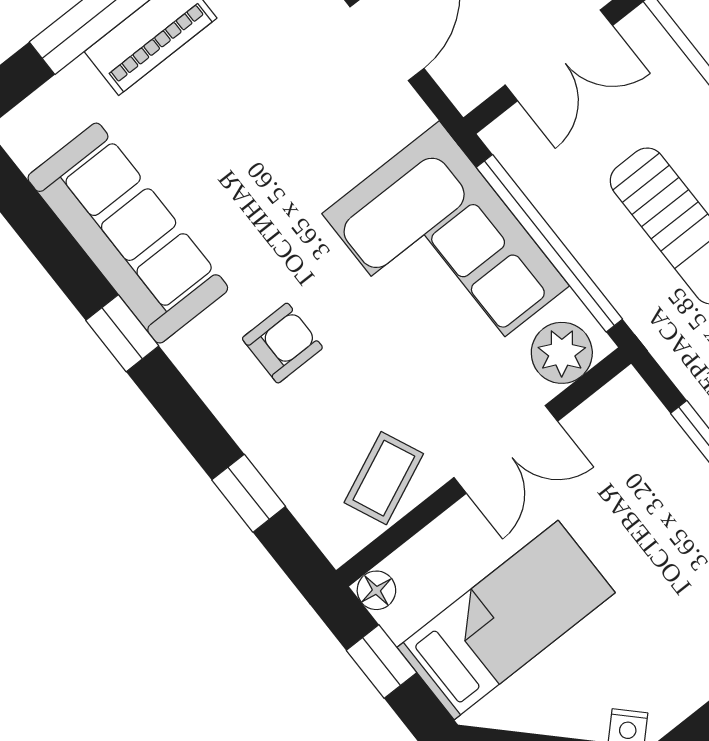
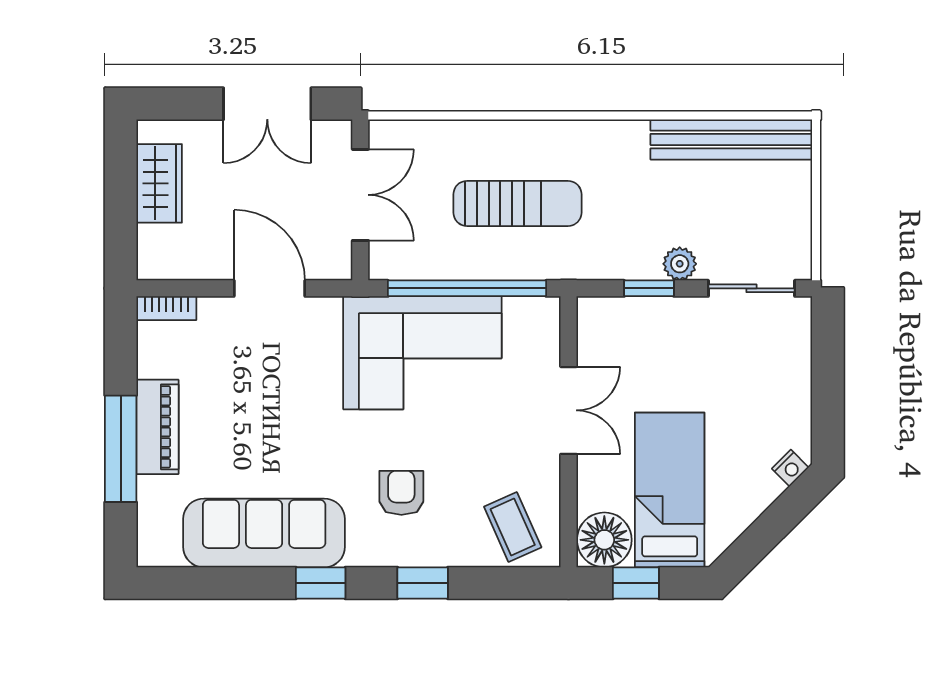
plant: (562, 353) -> (538, 332), removed
coffee table: (384, 478) -> (513, 527), moved
window: (249, 493) -> (423, 583), moved
floor lamp: (376, 590) -> (604, 540), width x1.89, depth x1.89

